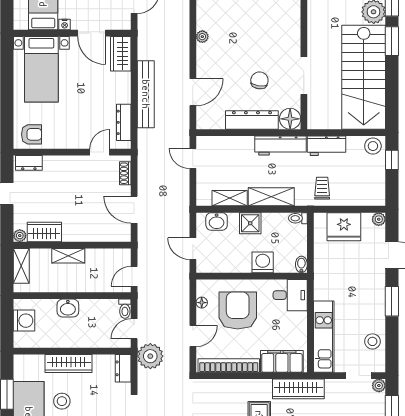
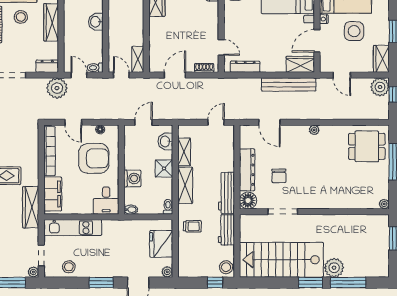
chair: (259, 80) -> (279, 176), turned 82
bench: (146, 94) -> (289, 84), moved
shelving: (68, 256) -> (138, 59), moved

